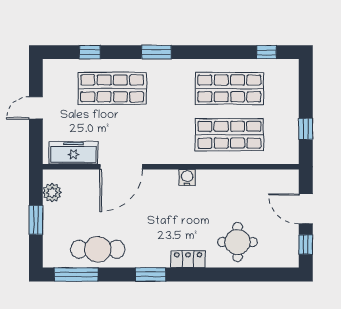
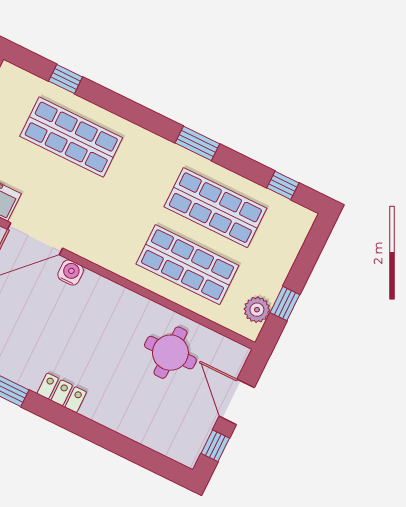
window: (156, 52) -> (197, 143), moved
plant: (289, 142) -> (257, 310), added
water cooler: (187, 177) -> (71, 272), moved
round table: (238, 242) -> (170, 353), moved

